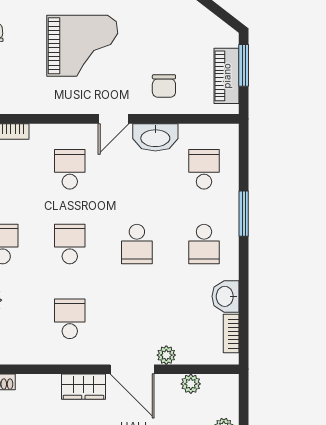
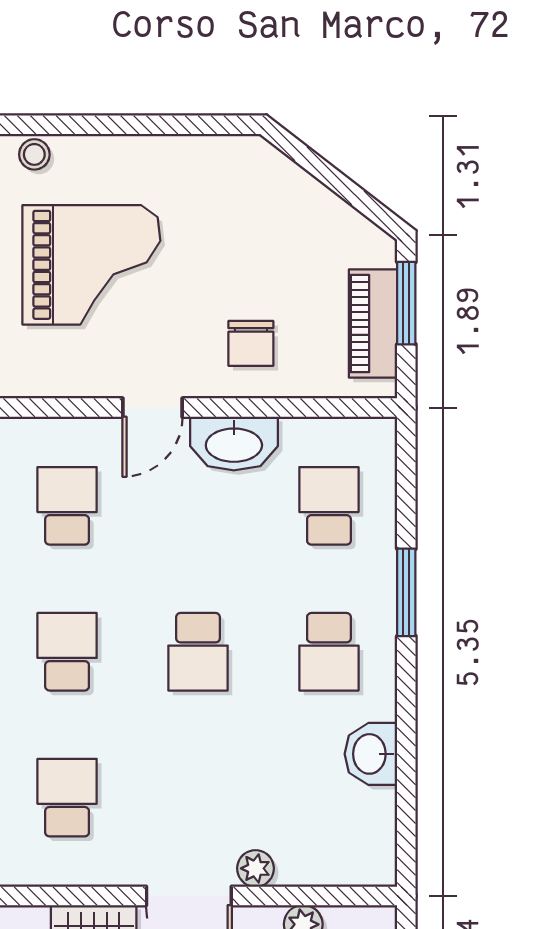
bookcase: (231, 334) -> (382, 826), removed

